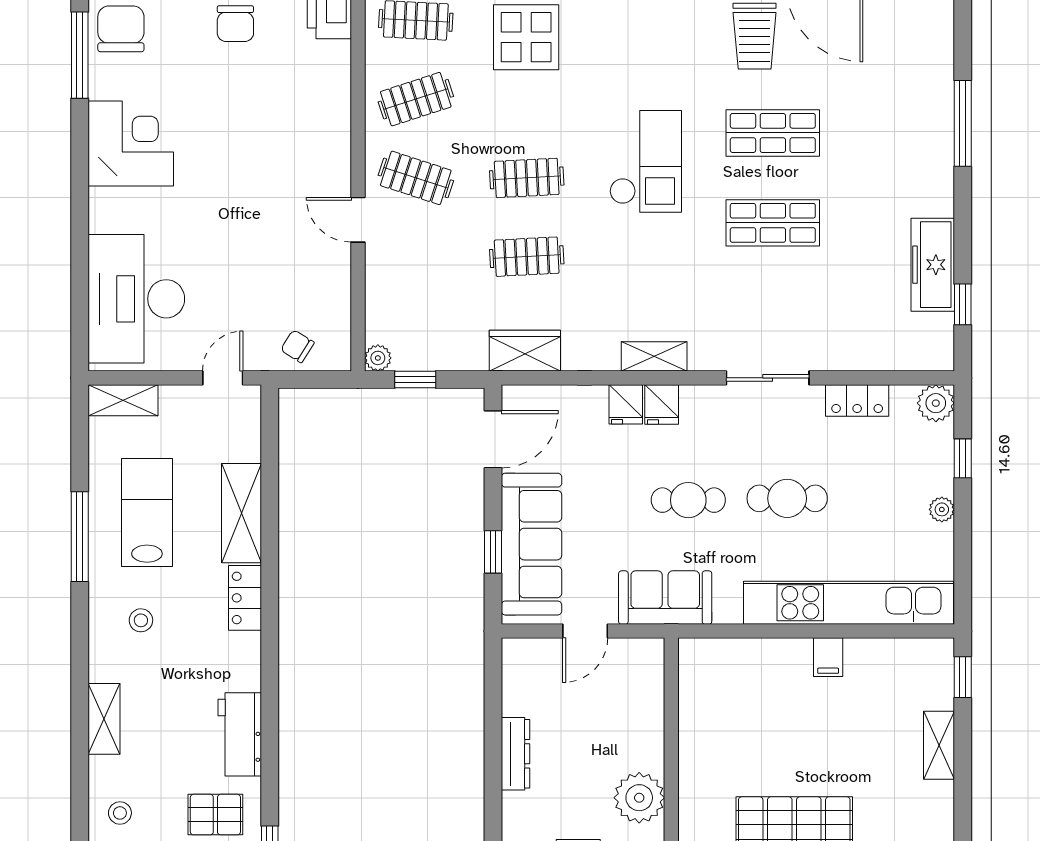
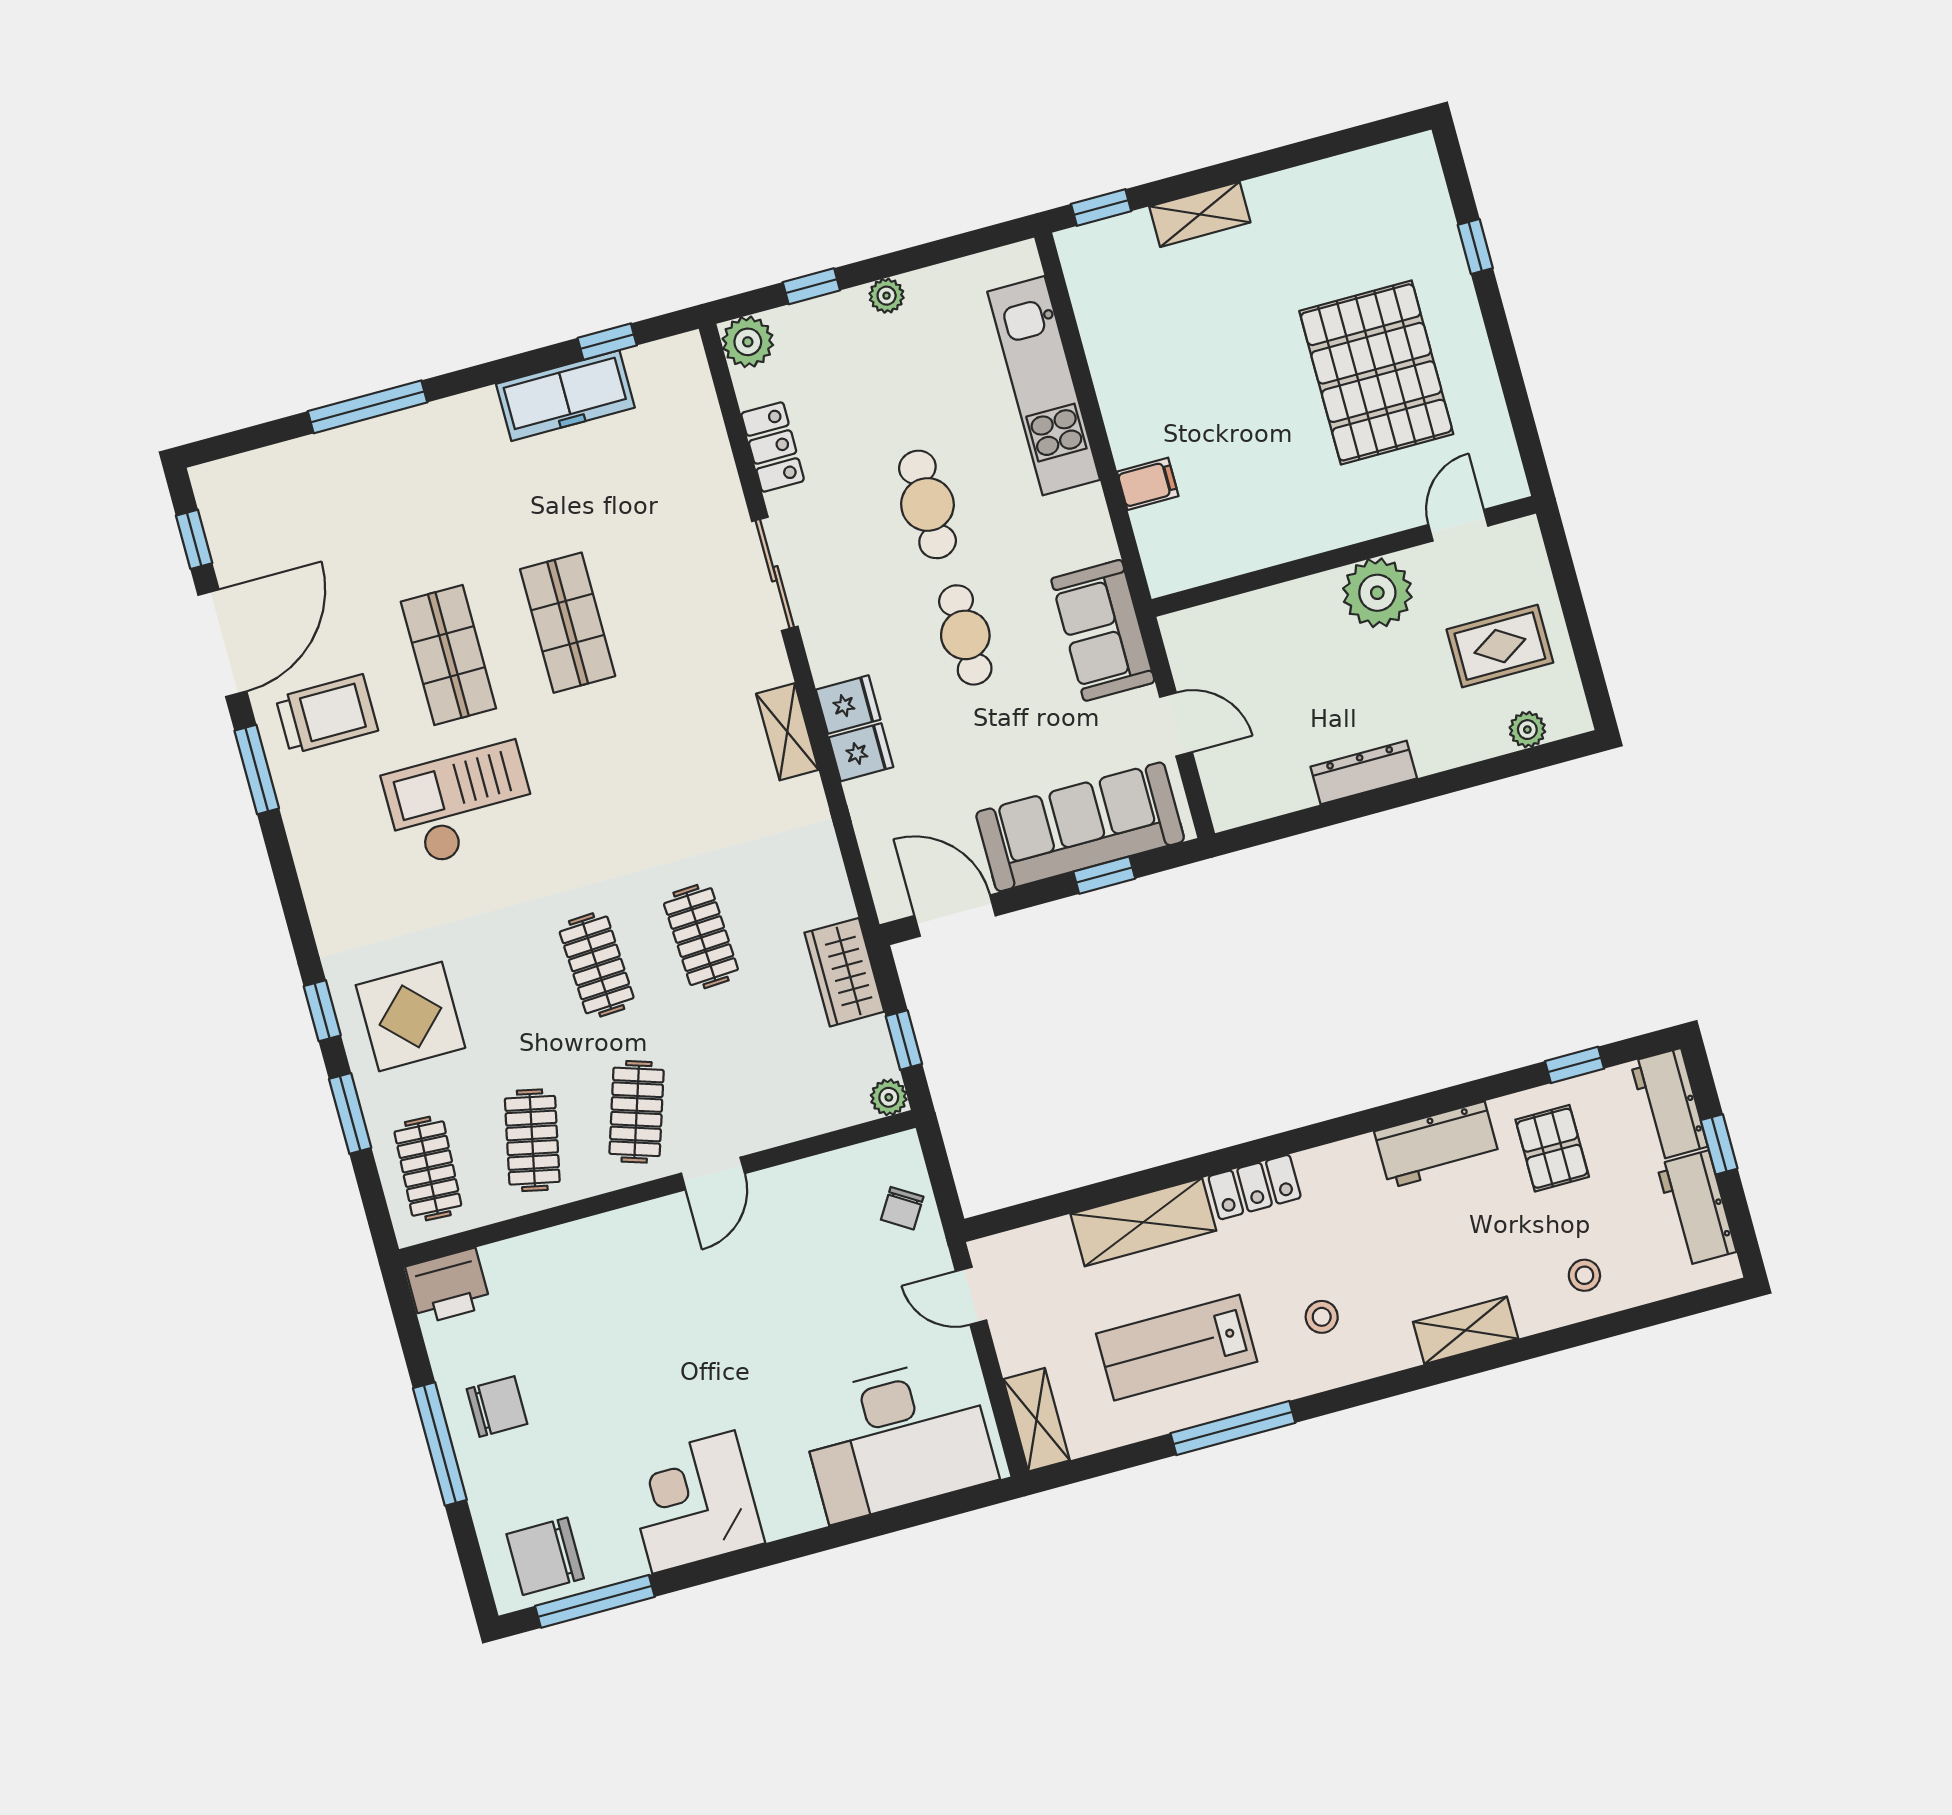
clothes rail: (416, 99) -> (532, 1140), turned 30
checkout: (646, 161) -> (461, 805), moved
wardrobe: (525, 351) -> (844, 972), moved
kitchen unit: (848, 603) -> (1044, 386), width x0.73
filing cabinet: (828, 657) -> (1148, 484), moved

